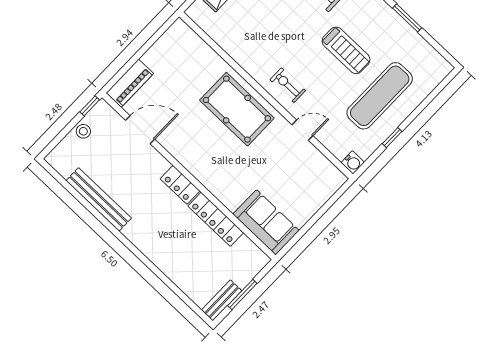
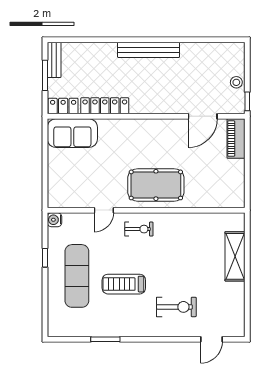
locker: (180, 185) -> (63, 106), moved
bench: (99, 199) -> (149, 50), moved

